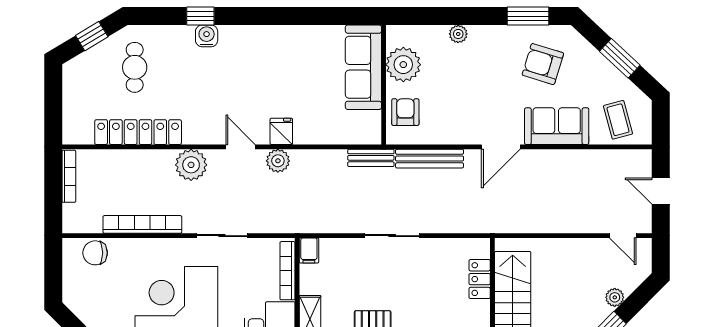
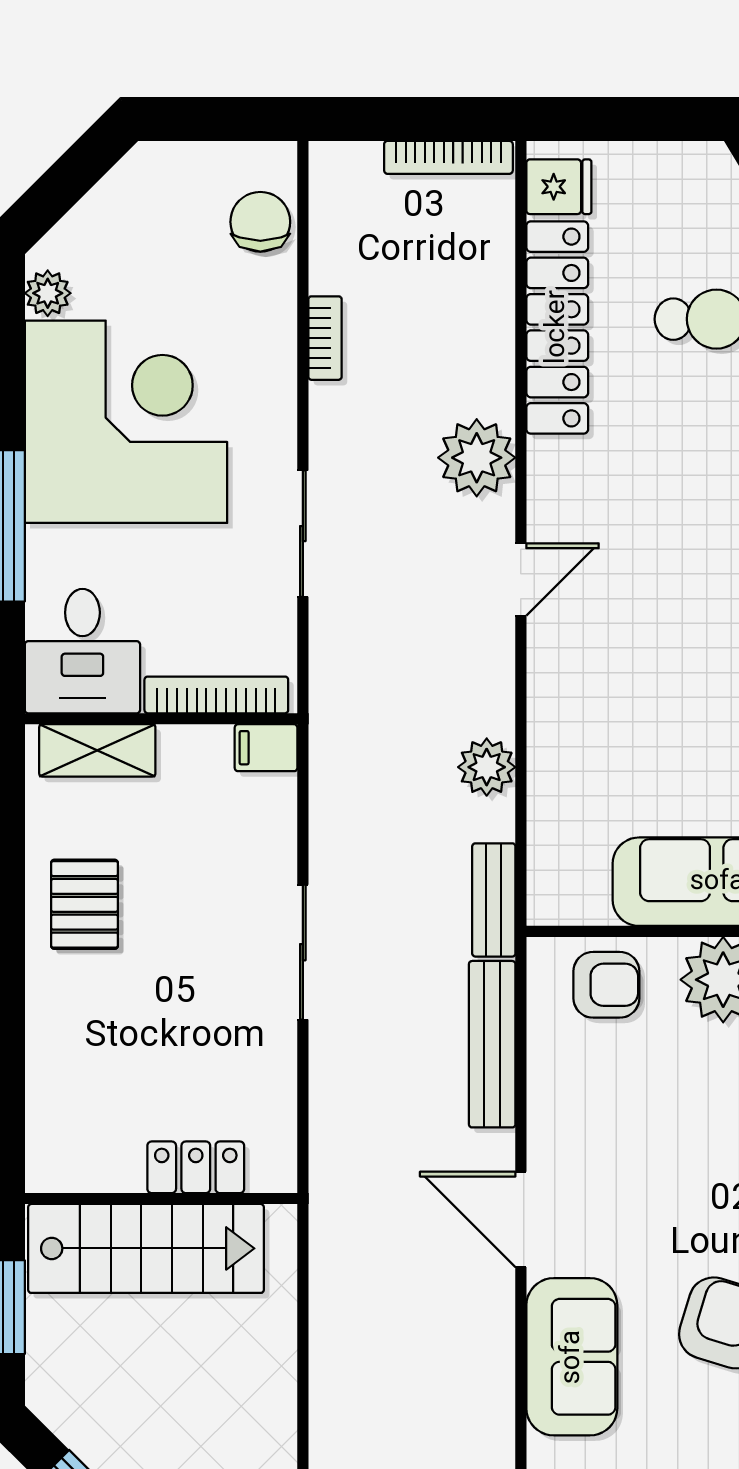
fridge: (281, 131) -> (559, 187), moved
plant: (278, 161) -> (487, 767), moved
bookcase: (142, 224) -> (325, 338), width x0.43, depth x0.76

